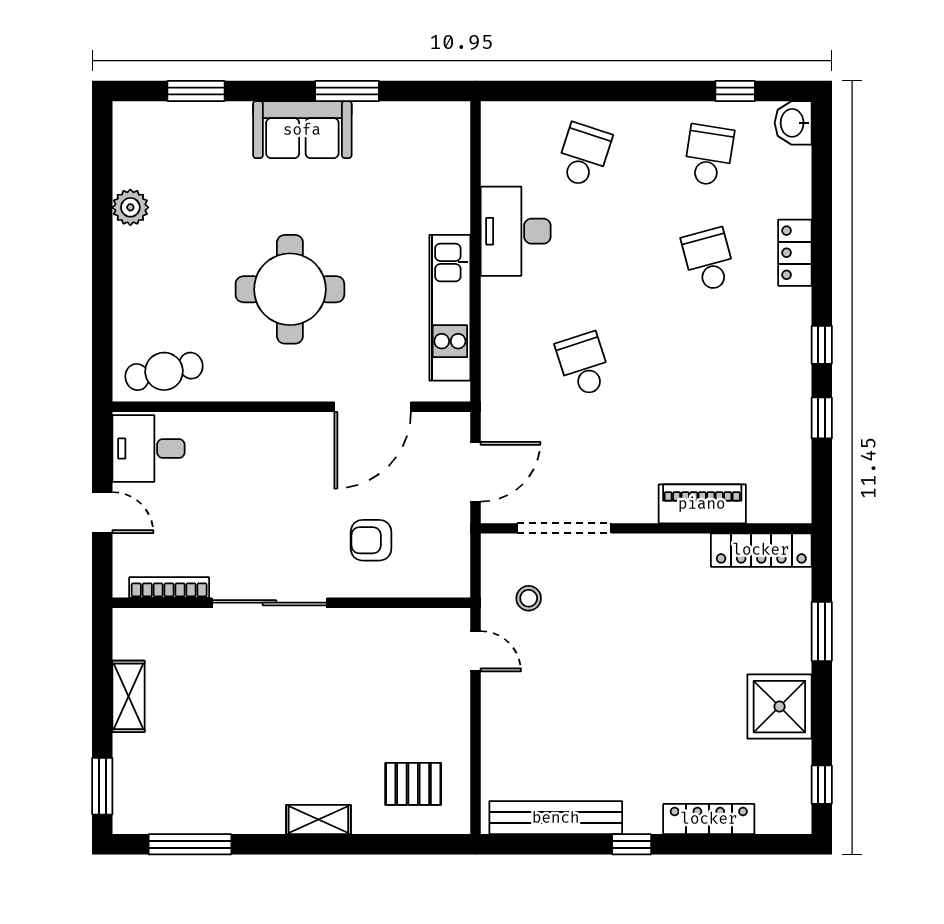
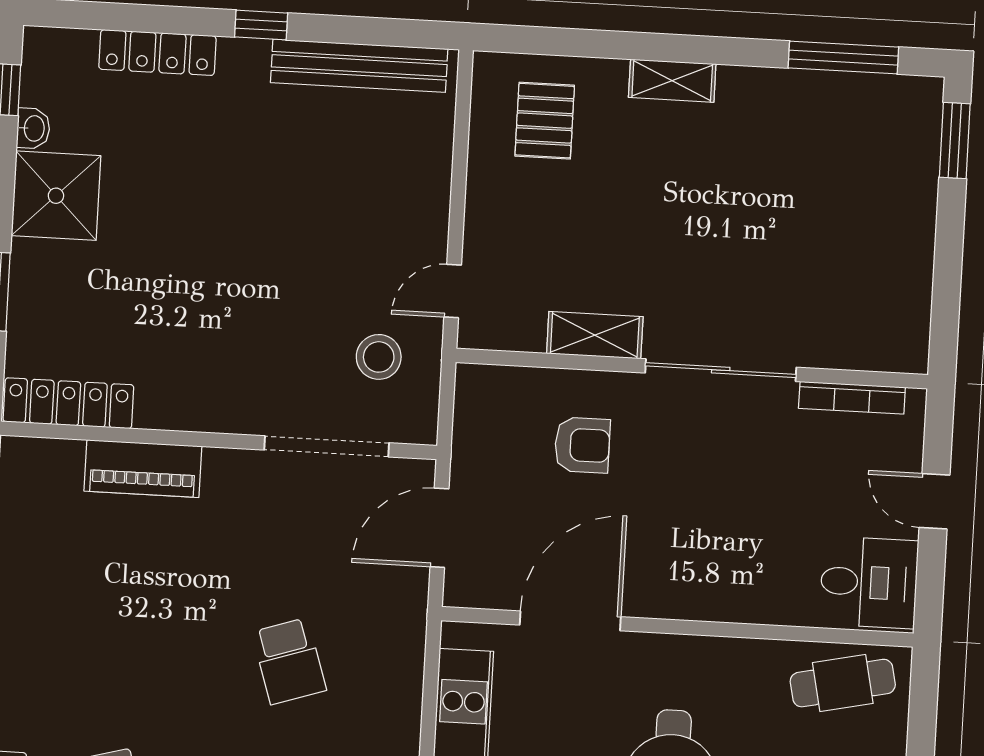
stool: (529, 598) -> (379, 357), width x1.37, depth x1.37
door: (476, 651) -> (453, 291), hinge flipped
shelving: (128, 696) -> (595, 335), moved, turned 90
washbasin: (799, 756) -> (33, 128), added
pallet: (413, 784) -> (545, 121), turned 90

